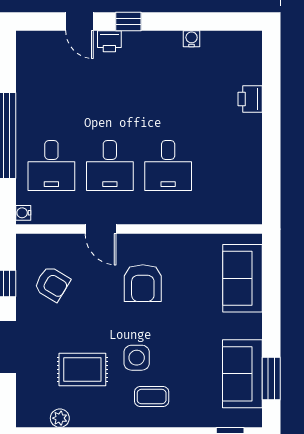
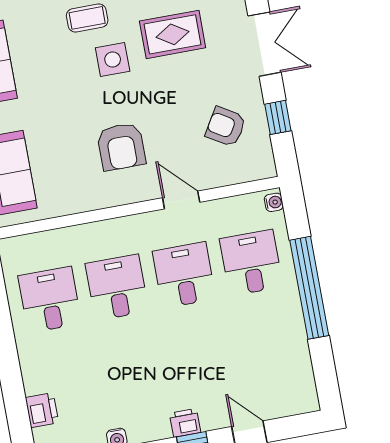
printer: (109, 41) -> (185, 423), moved
printer: (250, 99) -> (42, 410), moved
desk: (226, 166) -> (50, 300), added
armchair: (143, 283) -> (121, 147), turned 180

